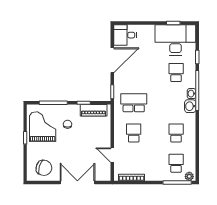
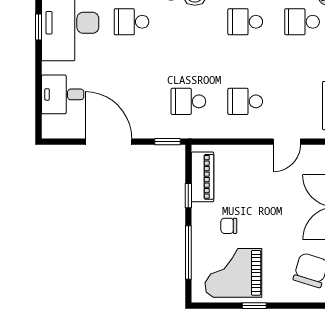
desk: (125, 35) -> (63, 94), moved, turned 90
school desk: (134, 103) -> (188, 101), width x0.54

